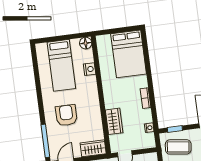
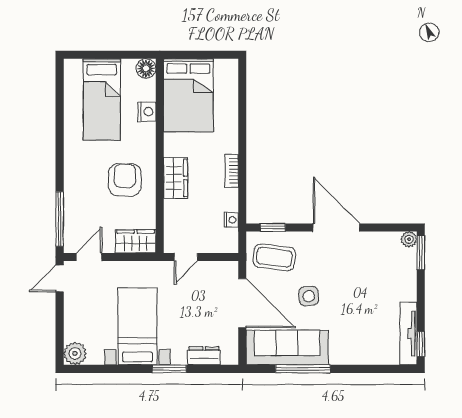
bed: (129, 54) -> (188, 95), moved
armchair: (66, 115) -> (125, 180), moved
wardrobe: (114, 121) -> (176, 178), moved

